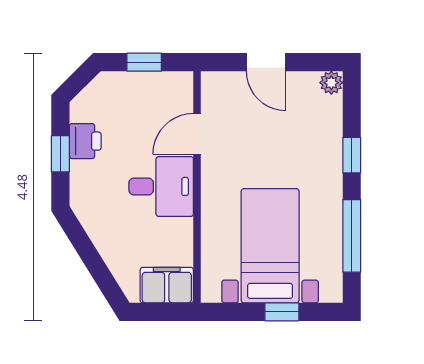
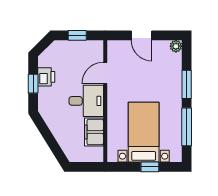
window: (352, 155) -> (187, 84), width x1.50
filing cabinet: (167, 285) -> (94, 132), moved, turned -90

